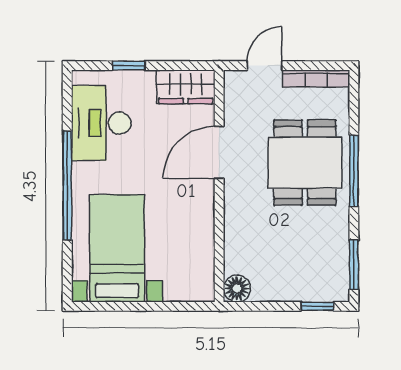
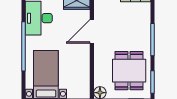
dining table: (305, 163) -> (129, 71), moved

